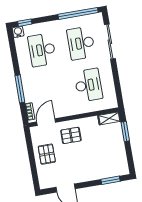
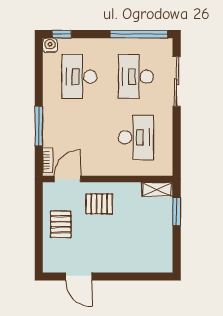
window: (111, 180) -> (144, 276), removed

